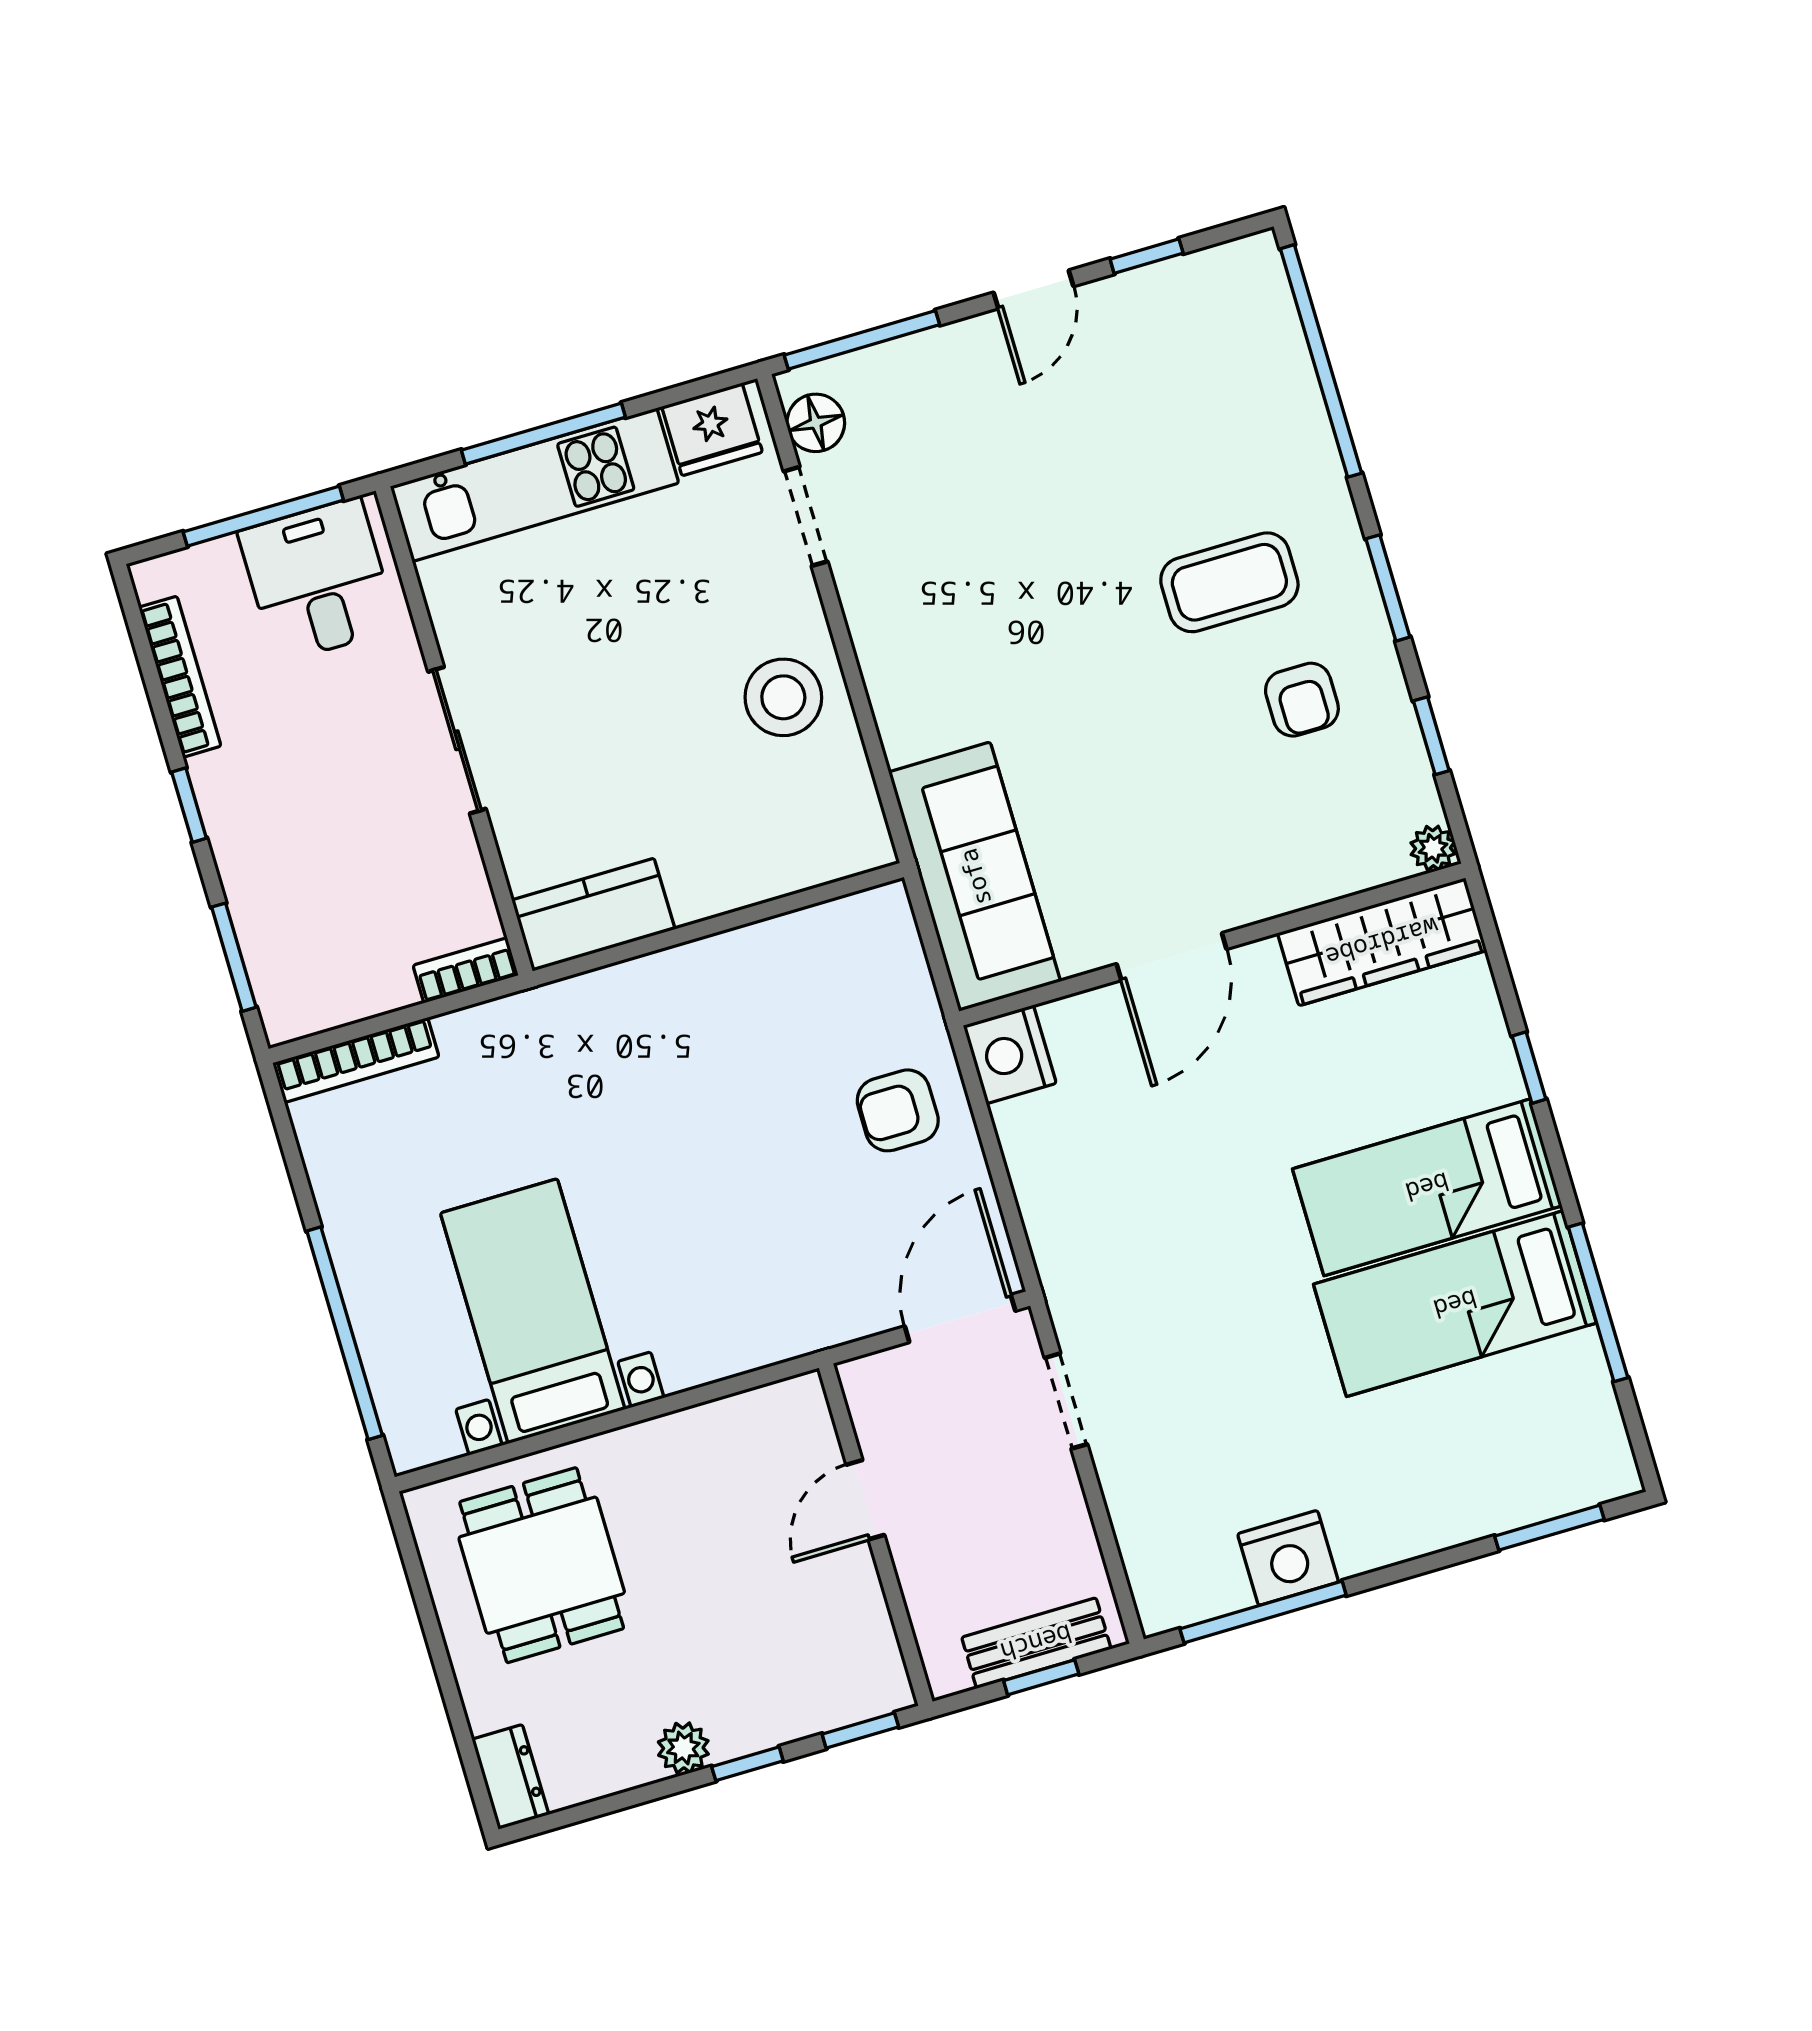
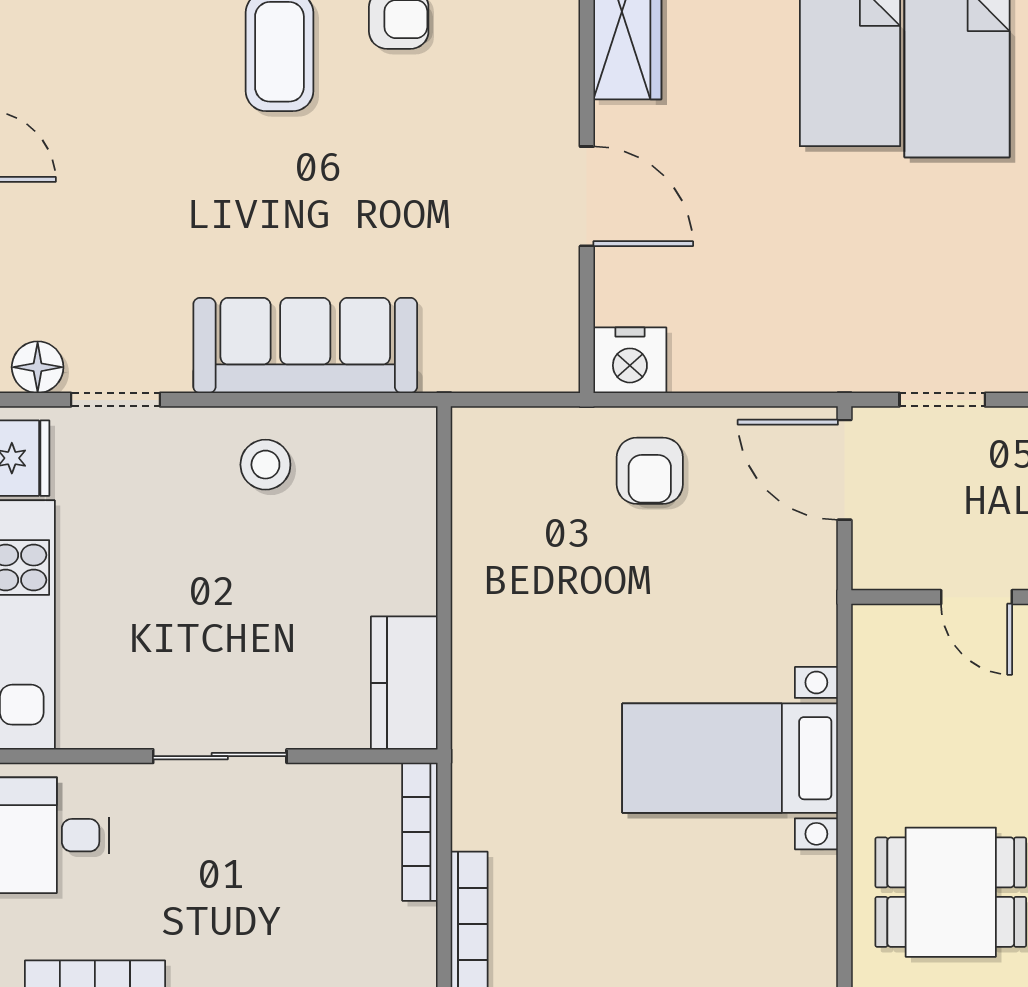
stool: (783, 697) -> (265, 465), width x0.73, depth x0.73
sofa: (975, 877) -> (305, 345), moved
bookcase: (466, 970) -> (420, 832), width x1.56
bed with nightstands: (533, 1311) -> (730, 758), moved

